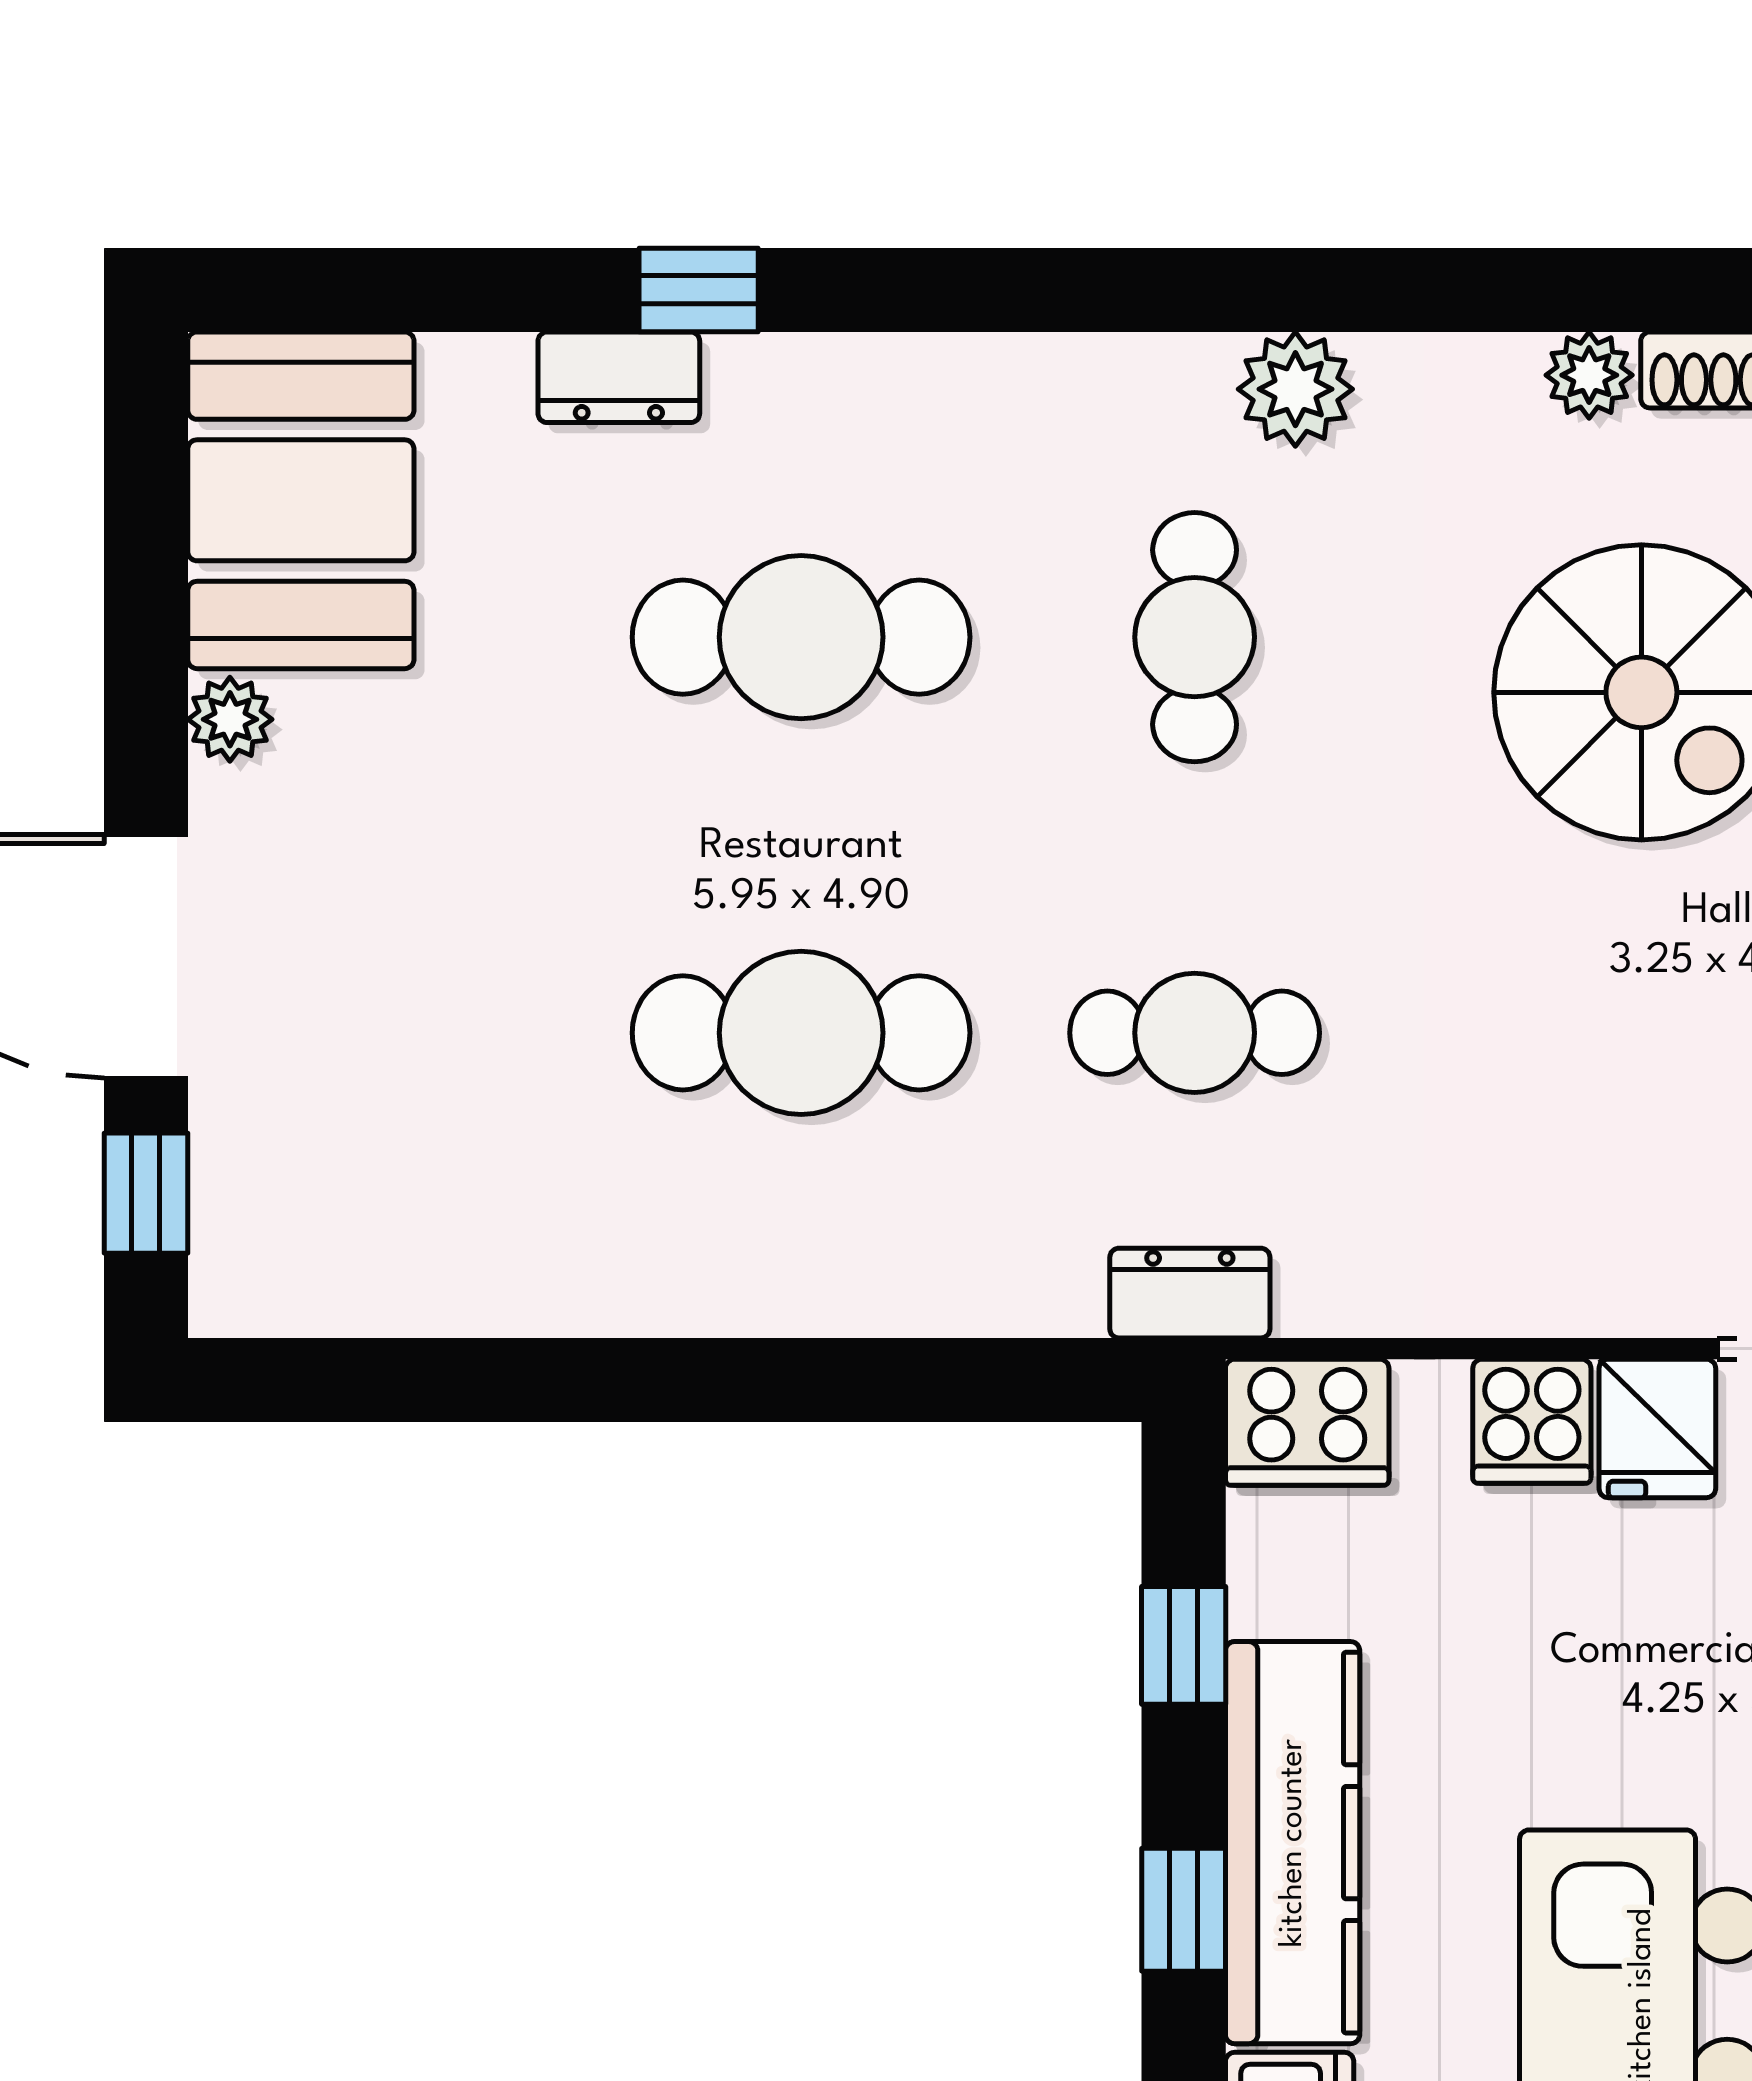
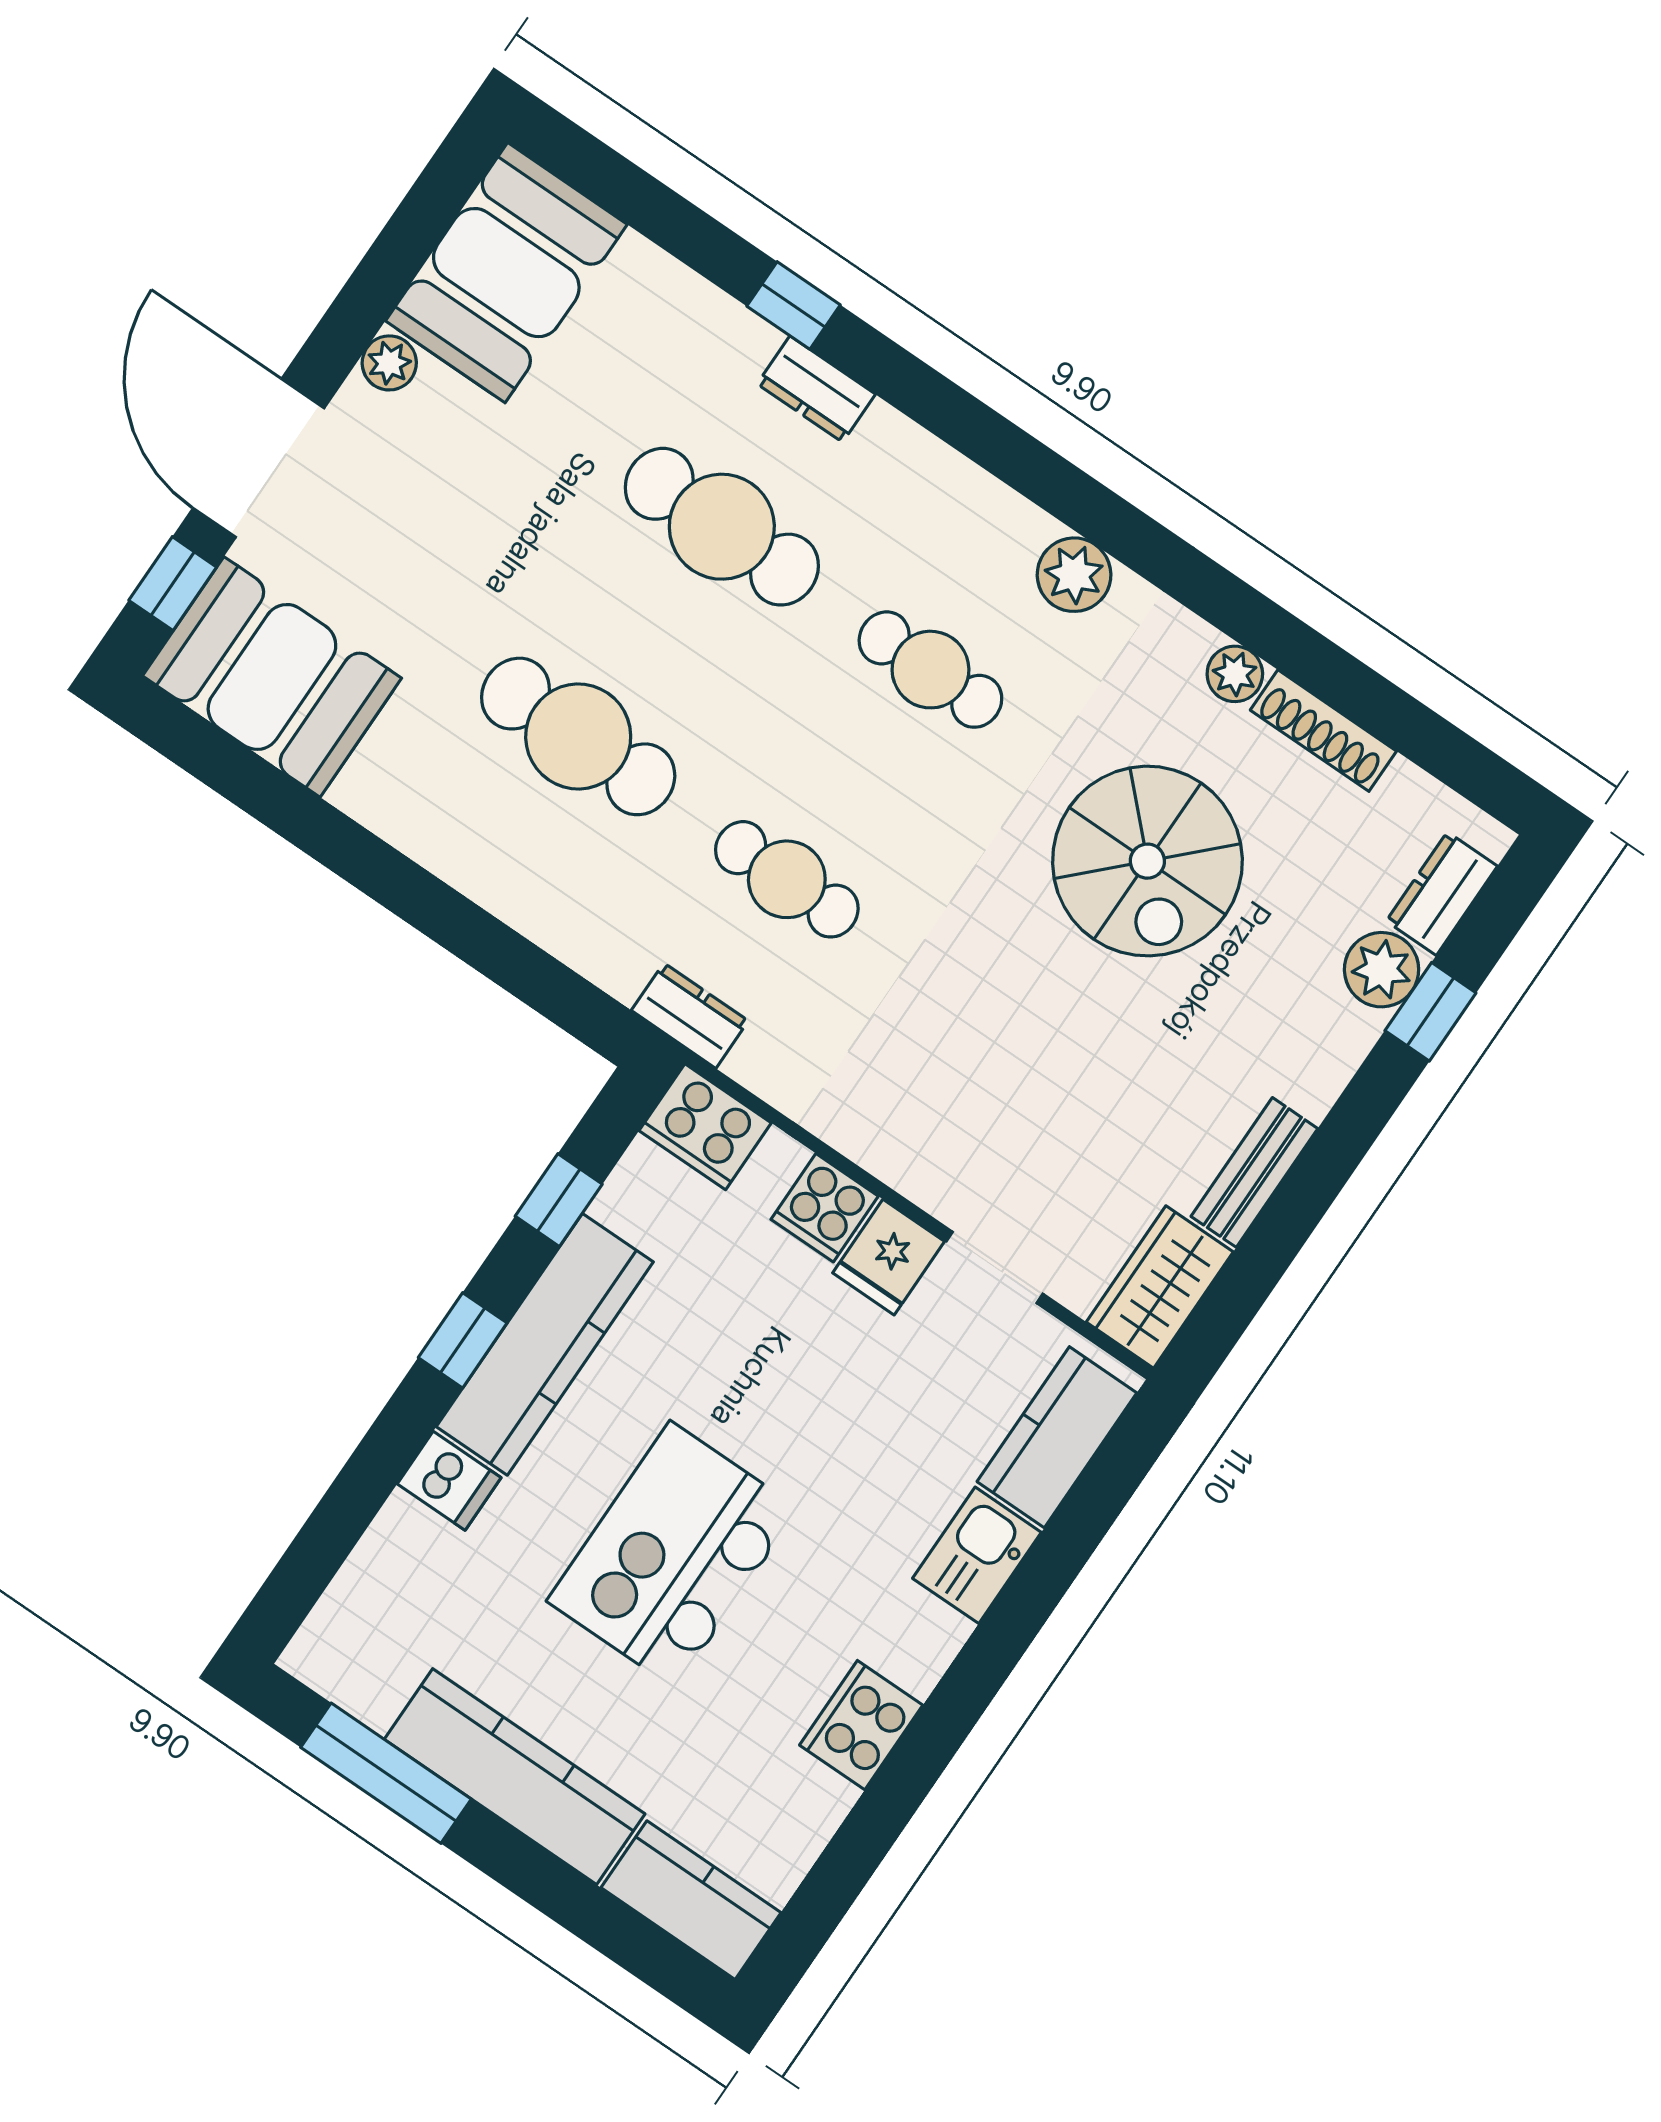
dresser: (619, 377) -> (816, 389), moved
cafe table: (1195, 637) -> (930, 670), turned 90
booth: (355, 1226) -> (272, 677), added

